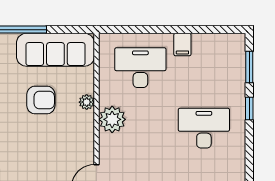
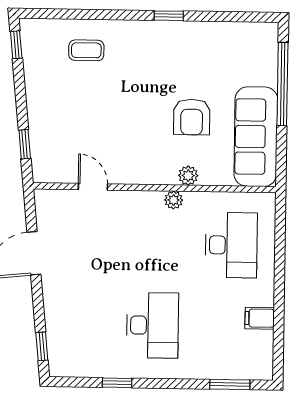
filing cabinet: (182, 45) -> (260, 318), moved
window: (249, 108) -> (117, 383), moved
plant: (112, 119) -> (174, 200), width x0.53, depth x0.53

